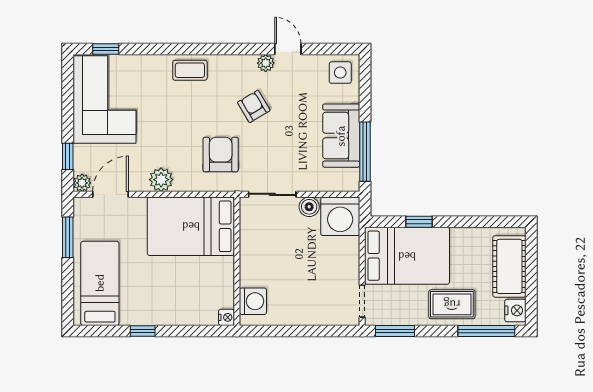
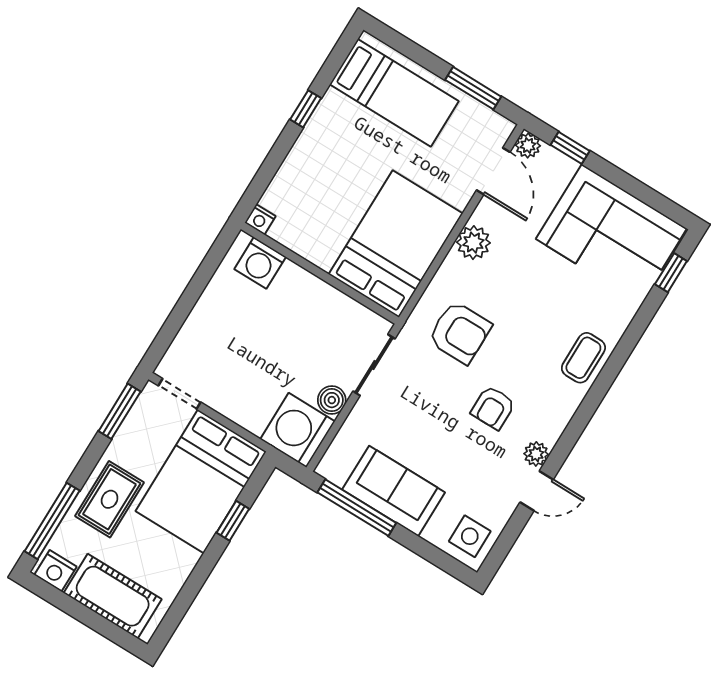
armchair: (254, 106) -> (493, 408), turned 121

